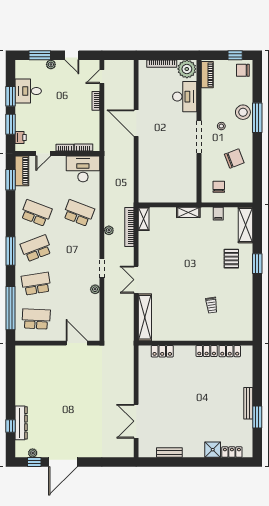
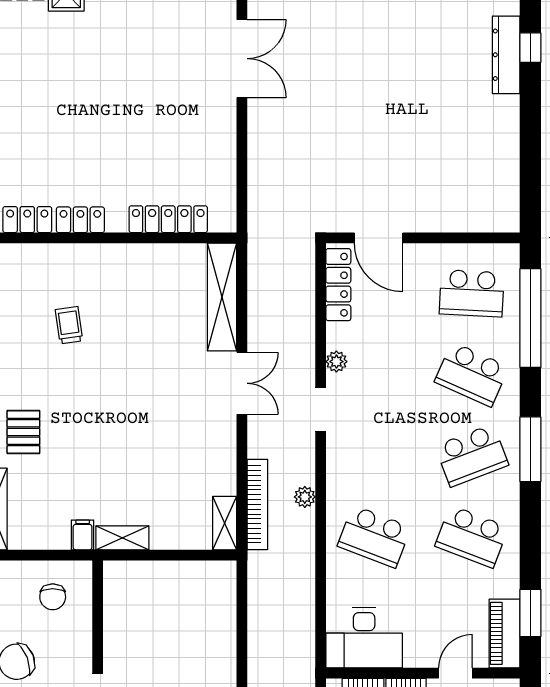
filing cabinet: (218, 214) -> (83, 535), moved
school desk: (36, 284) -> (472, 374), turned 33
locker: (94, 323) -> (338, 285), added
locker: (162, 351) -> (168, 219), width x1.53

